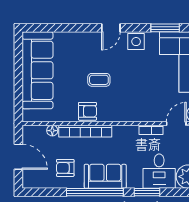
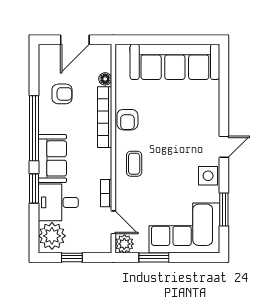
door: (111, 28) -> (224, 147), swing flipped
coffee table: (99, 80) -> (134, 164), moved
armchair: (65, 168) -> (62, 94), turned 90
sofa: (105, 176) -> (52, 158), moved

